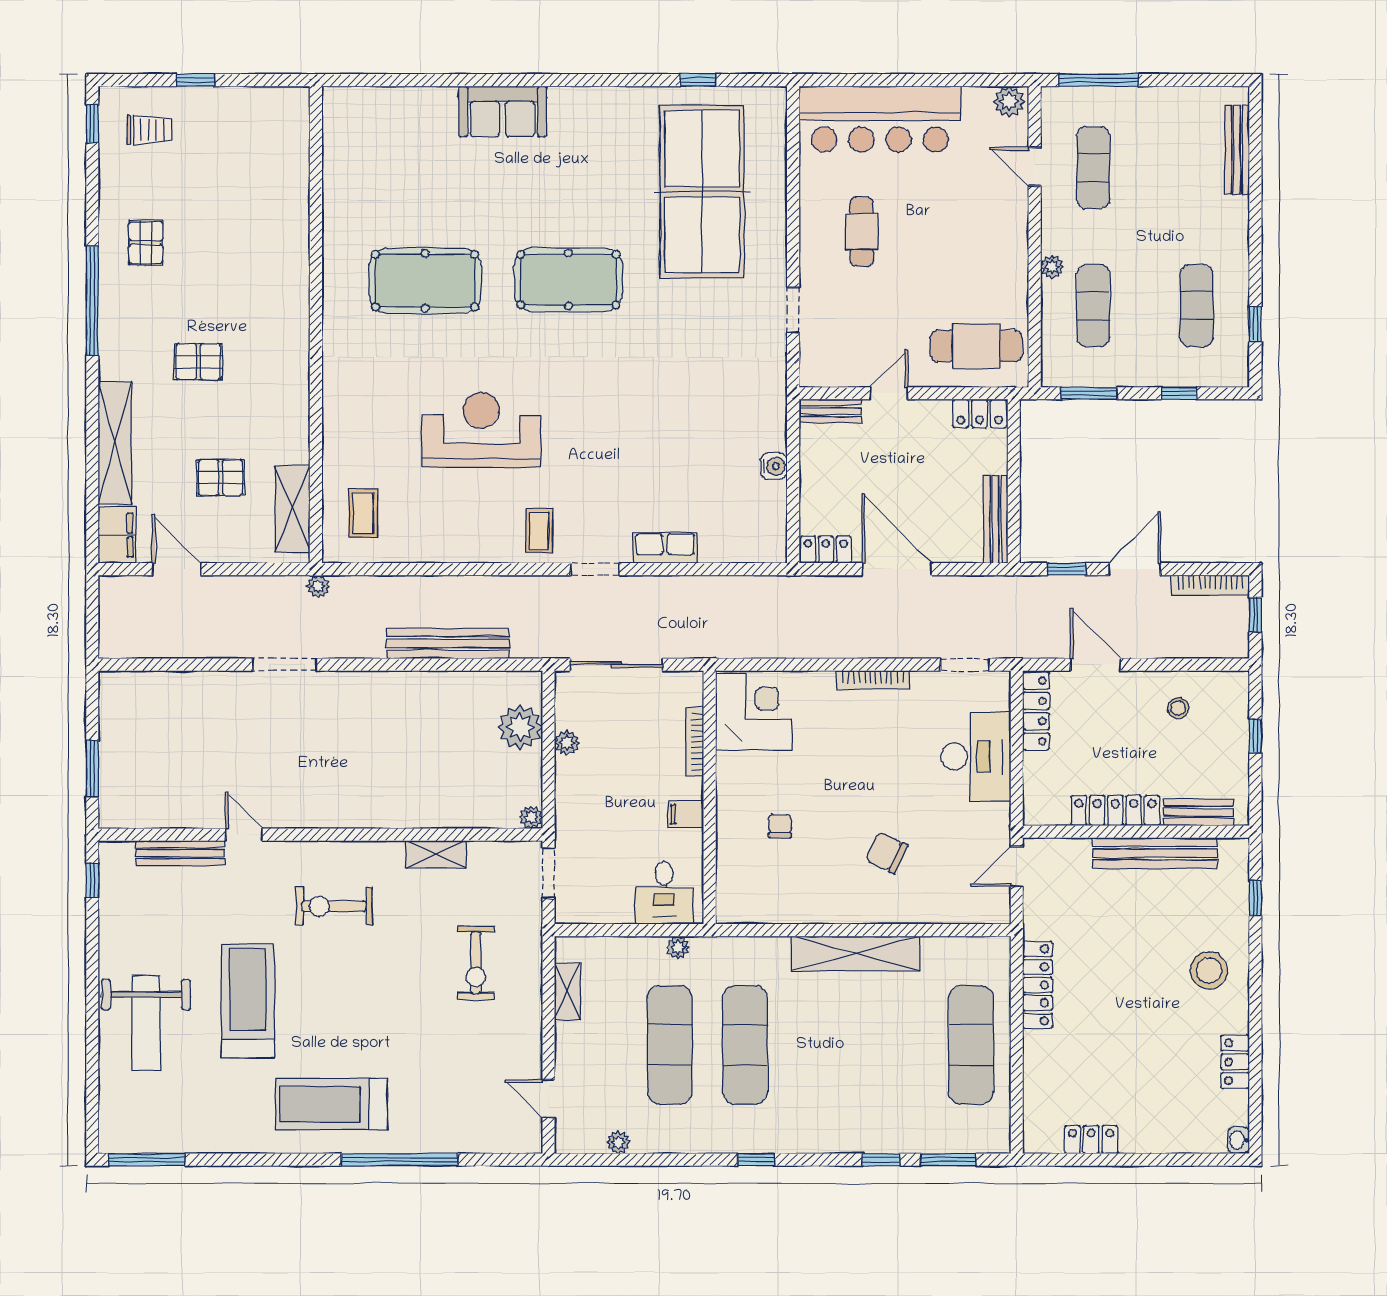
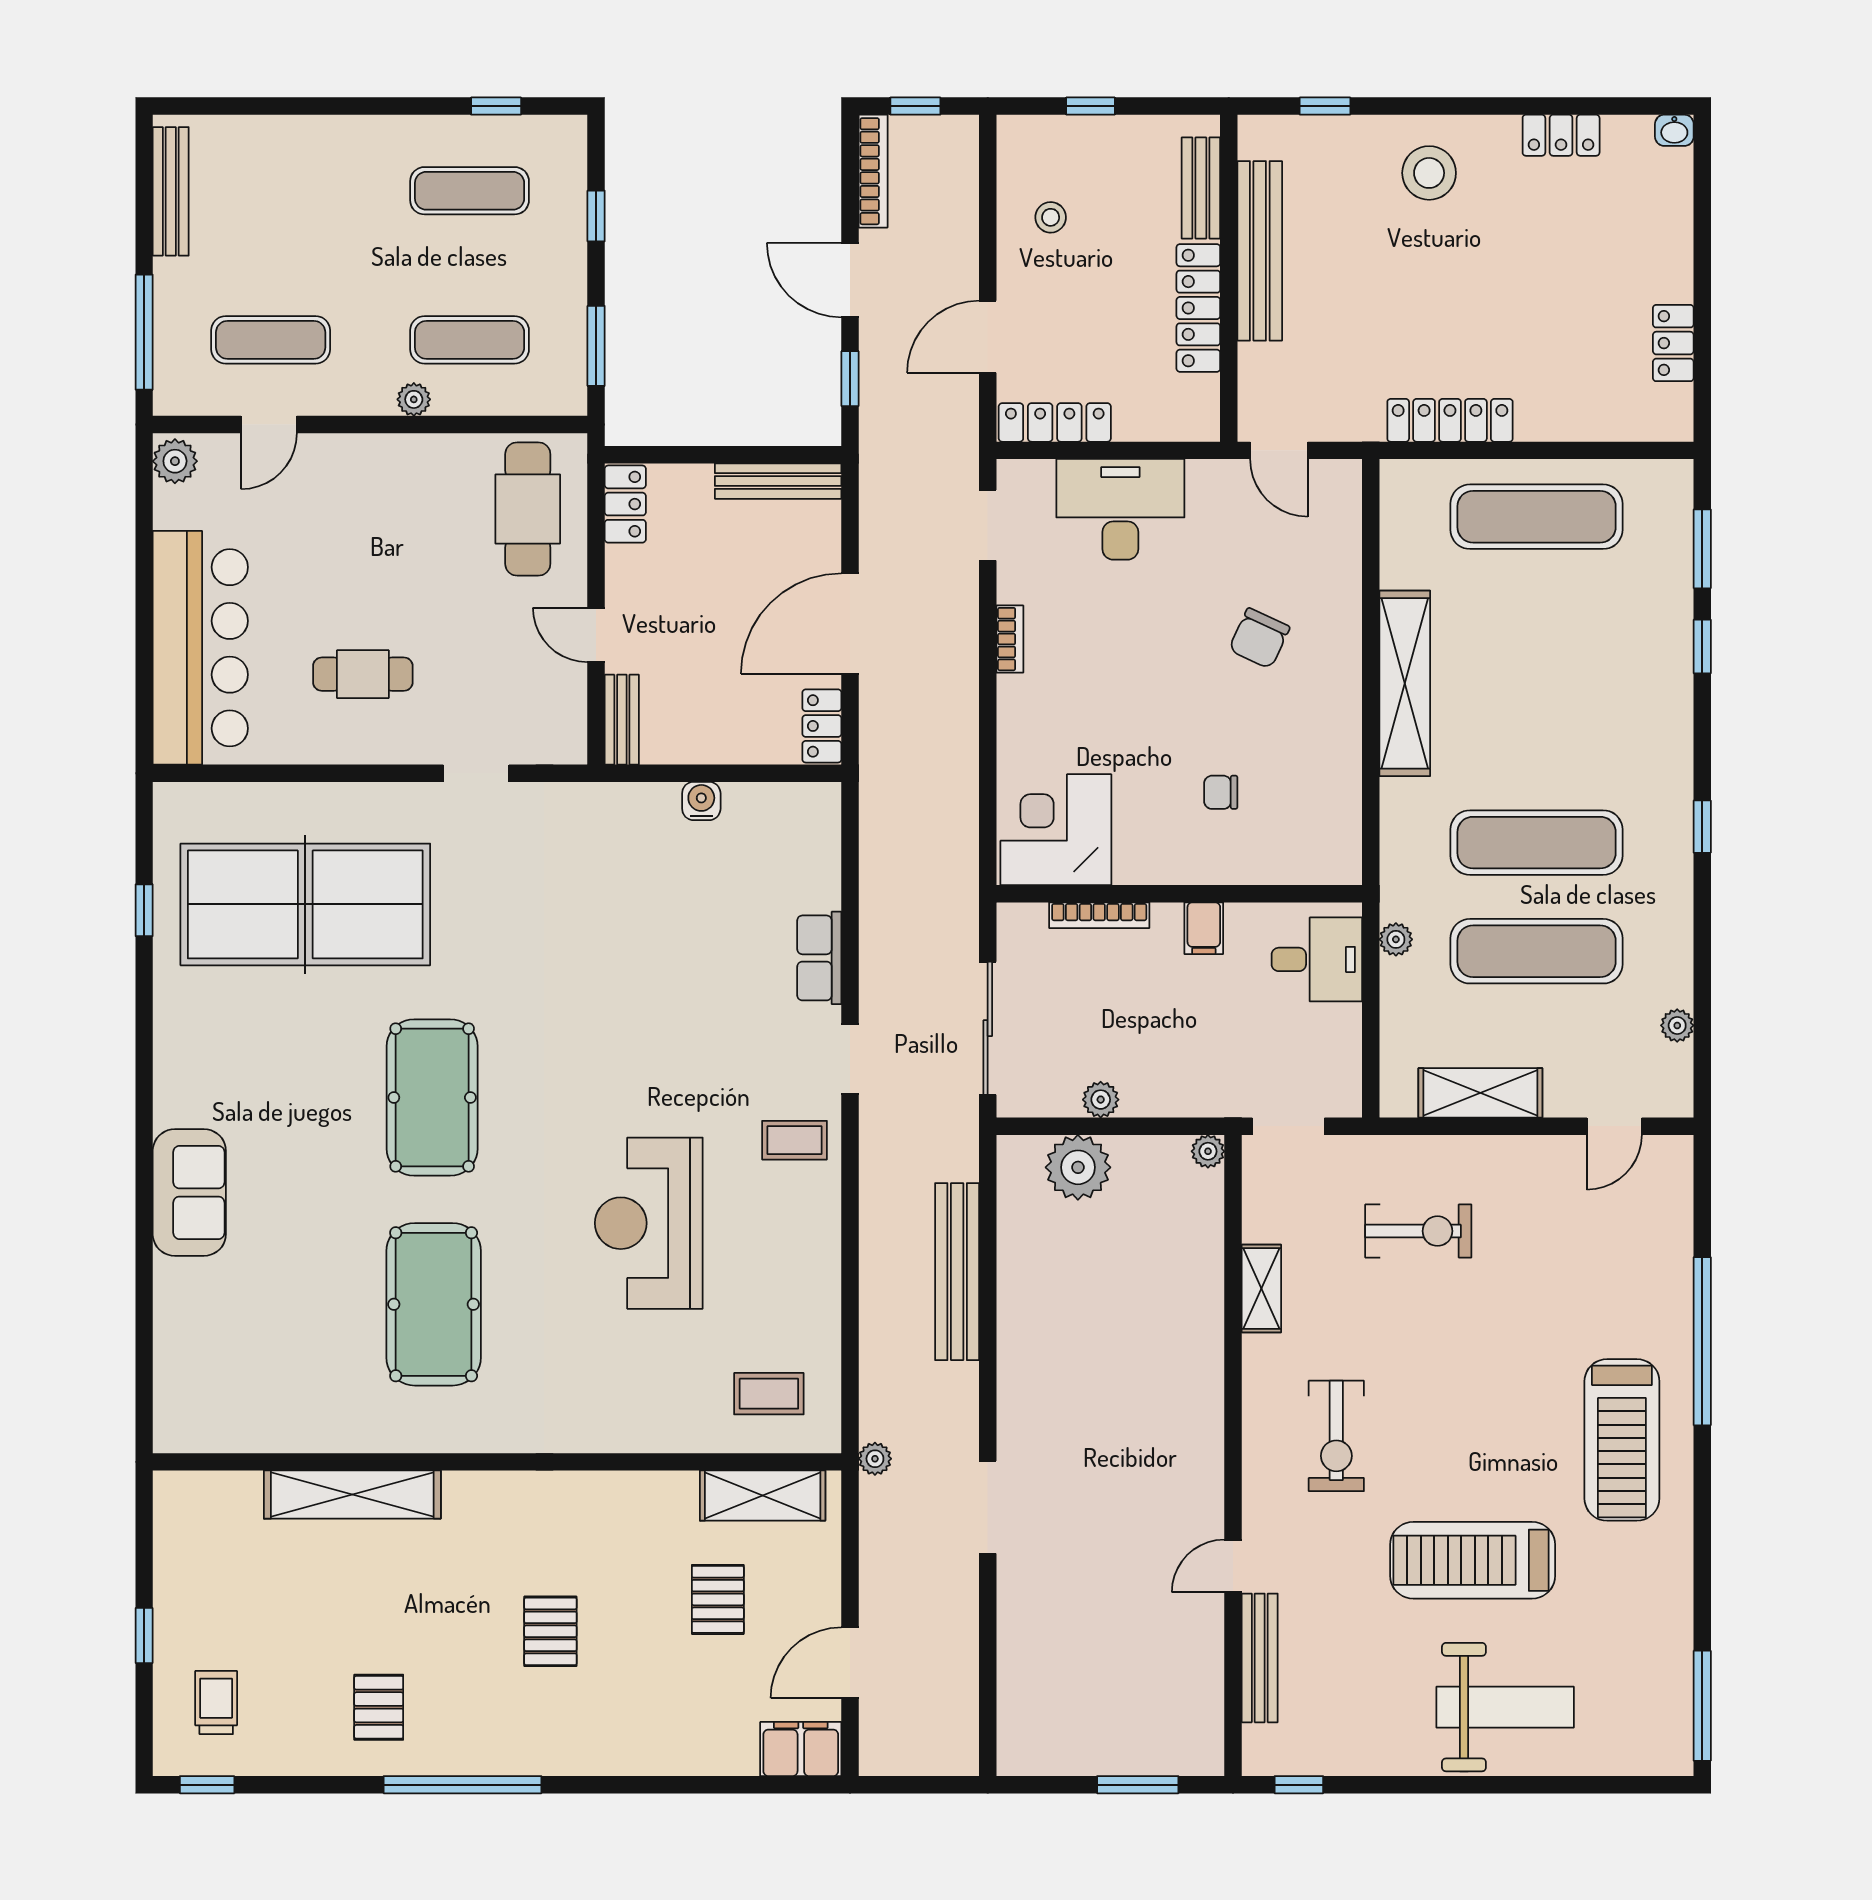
bench: (1237, 150) -> (171, 191), moved, turned 90
pallet: (146, 243) -> (379, 1707), turned 90
shelving: (115, 443) -> (352, 1495), moved
bookcase: (873, 680) -> (1010, 639), width x0.64
shelving: (567, 992) -> (1480, 1093), width x1.50, depth x1.33

